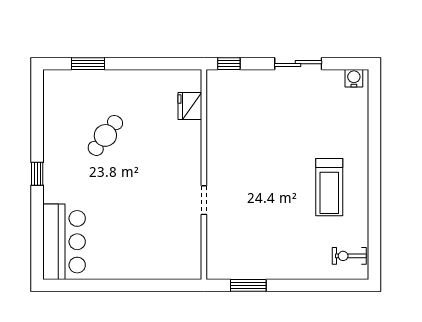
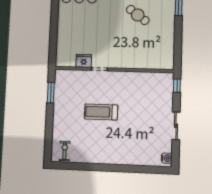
fridge: (190, 106) -> (84, 61), moved
treadmill: (329, 187) -> (101, 112), moved

